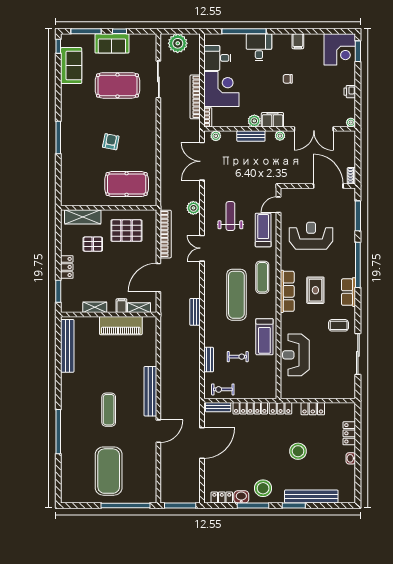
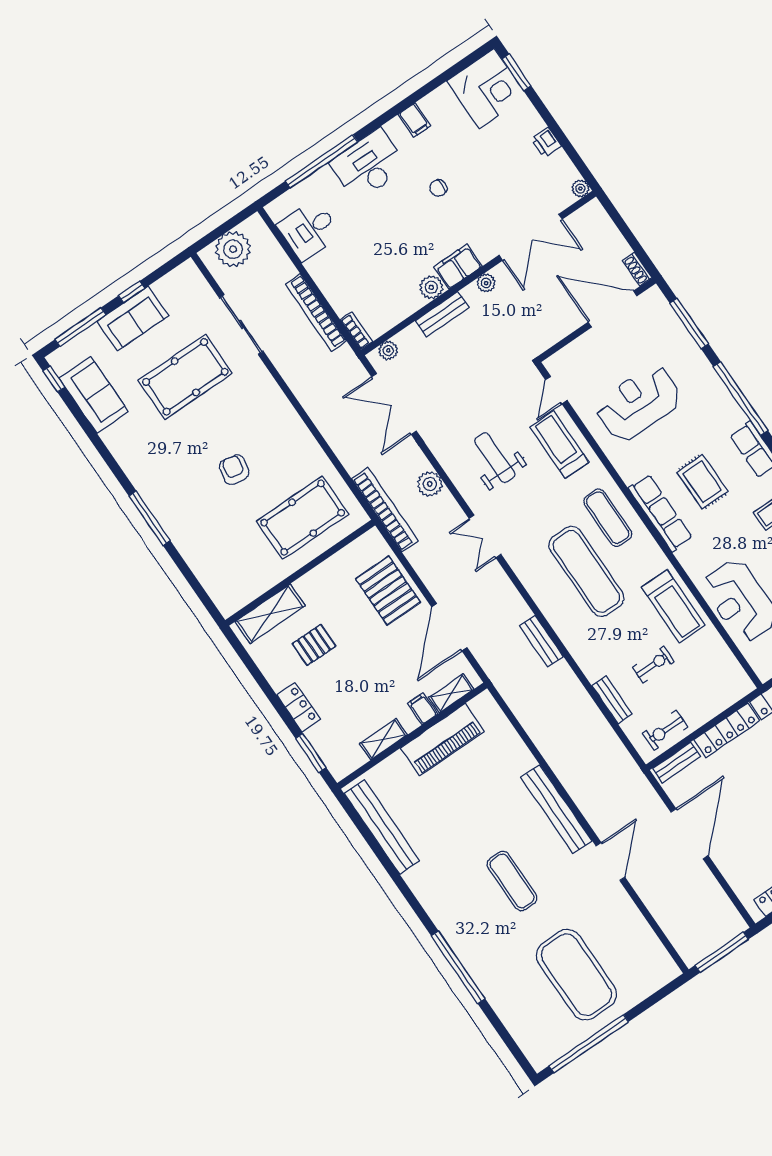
desk: (259, 47) -> (368, 165), width x1.37
corner desk: (221, 89) -> (348, 273), removed
pallet: (126, 231) -> (388, 590), moved, turned 90
bookcase: (166, 234) -> (385, 510), moved
window: (126, 506) -> (589, 1044), moved

